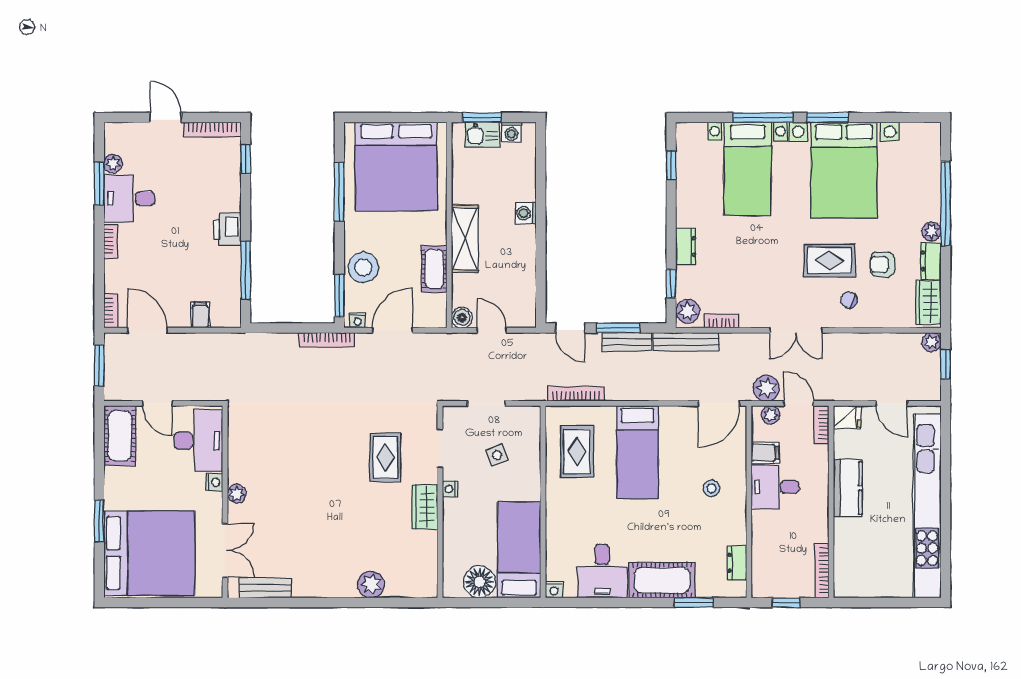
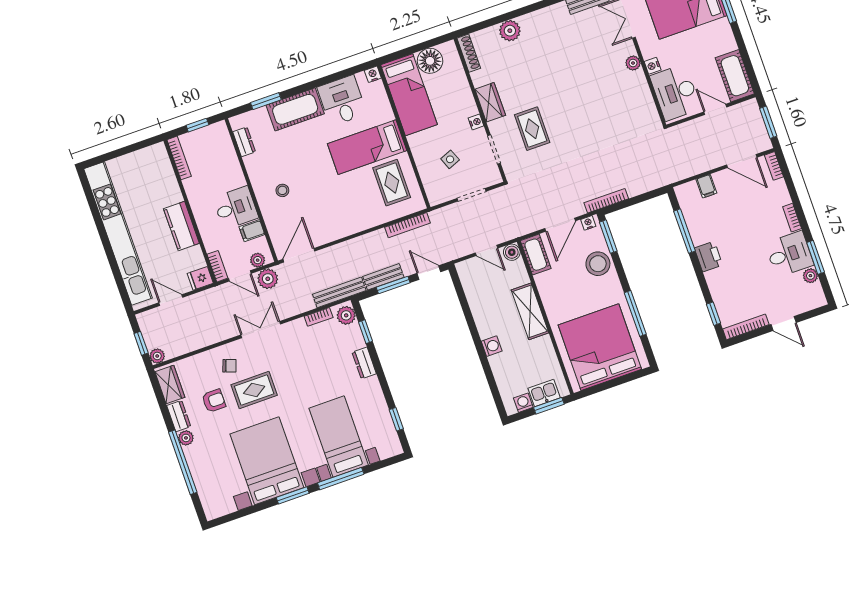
cot: (434, 269) -> (536, 255), moved
bed: (638, 452) -> (367, 147), moved, turned -90
shoe rack: (430, 575) -> (469, 53), added

